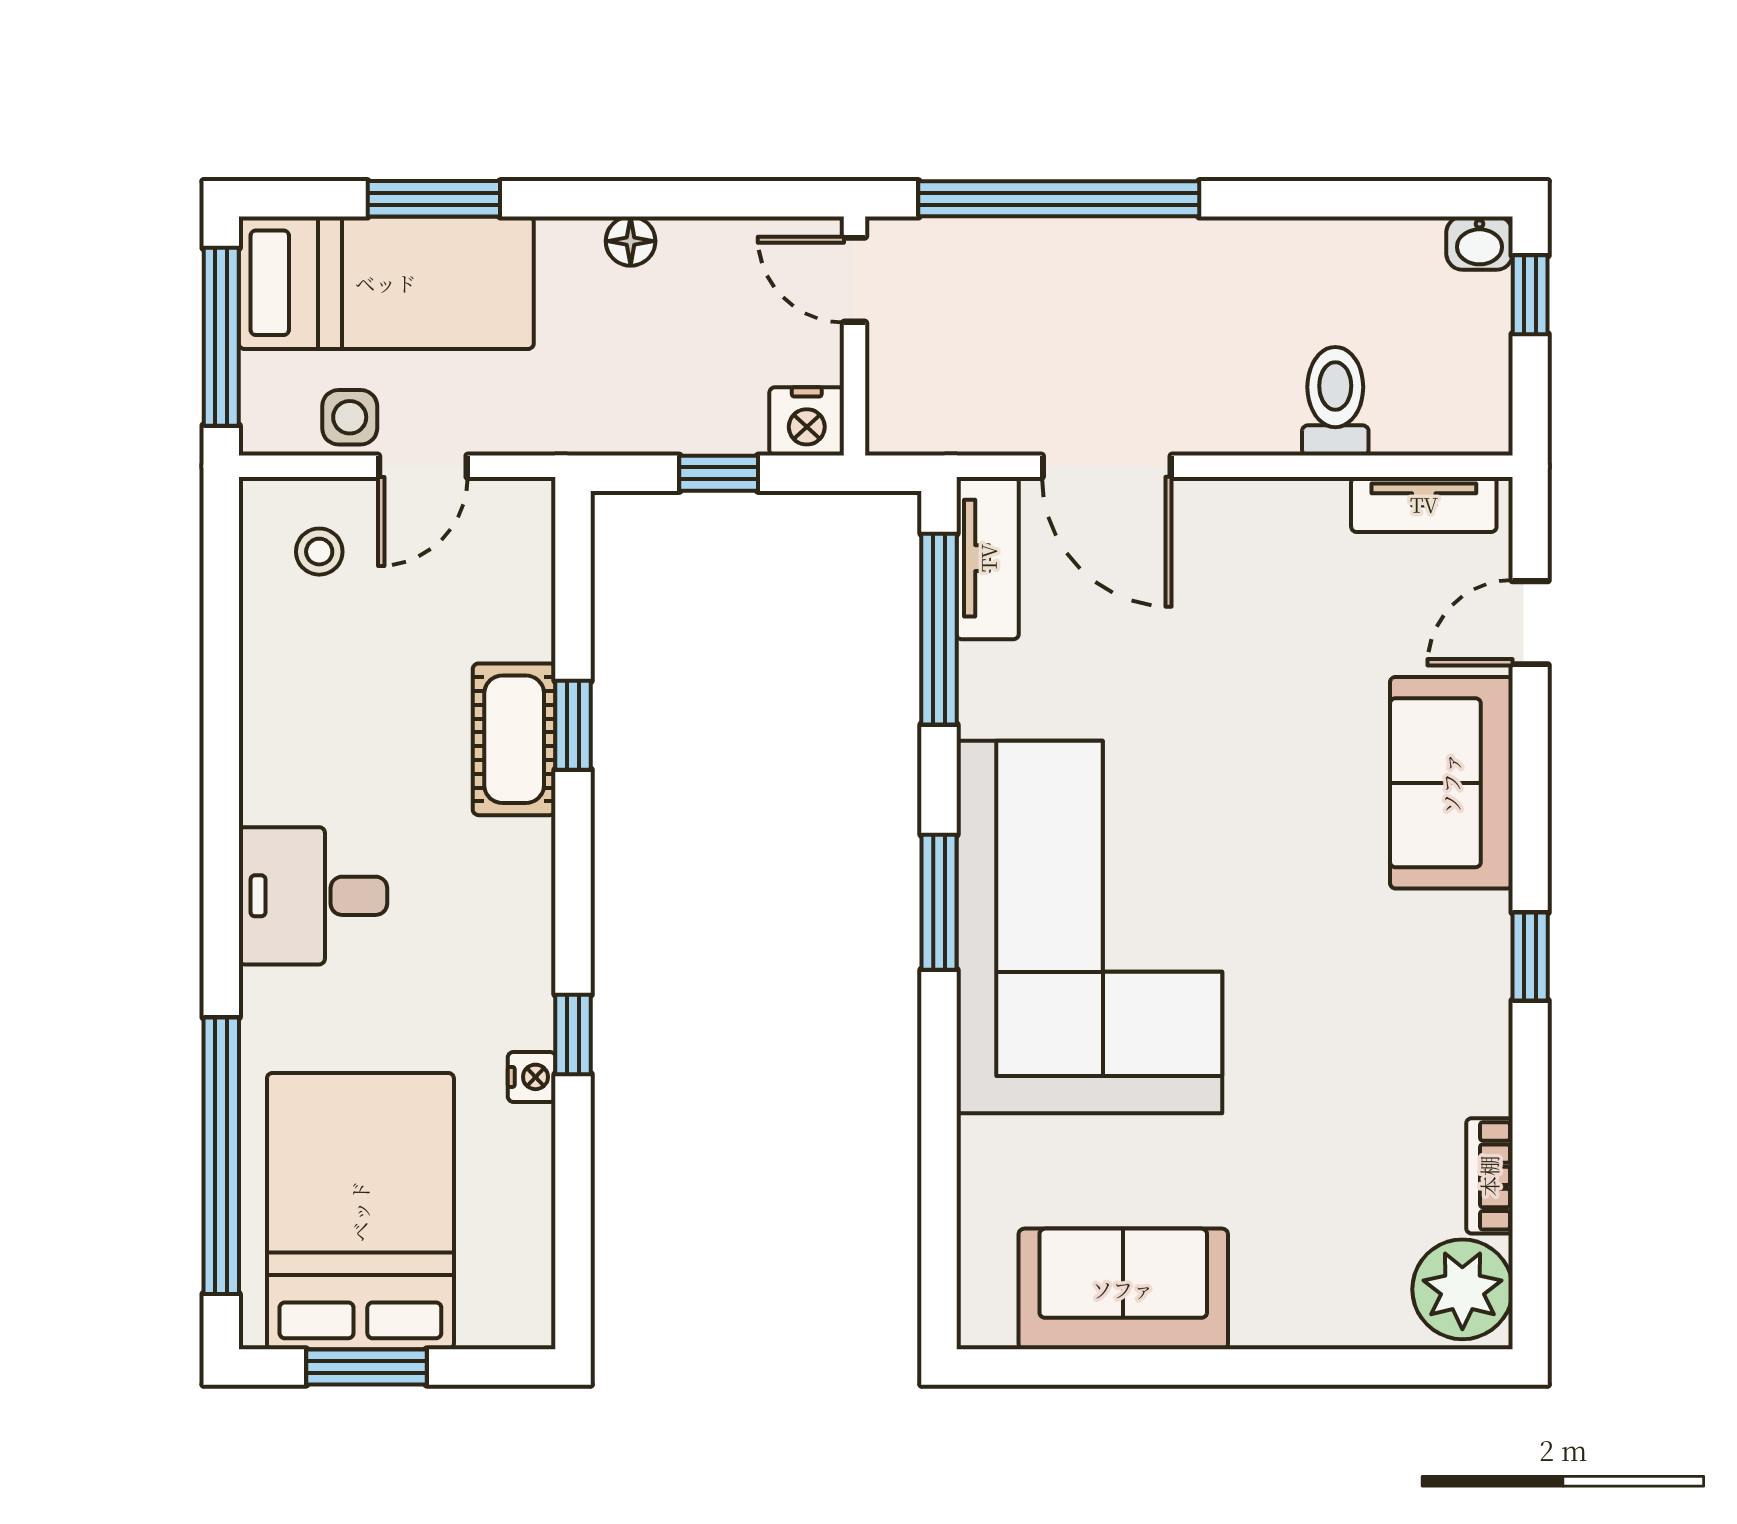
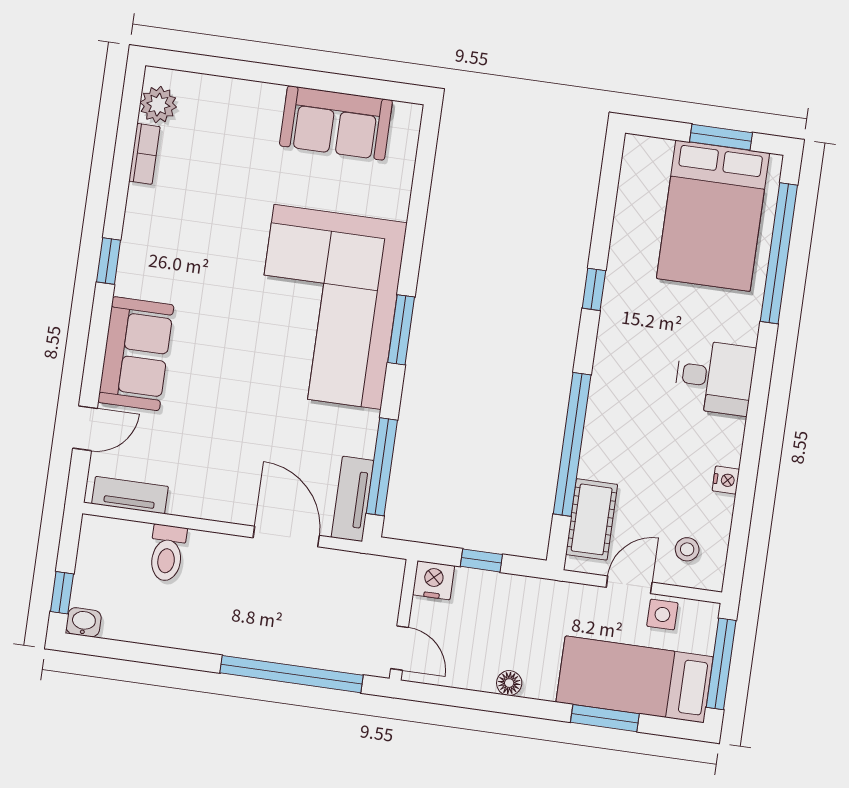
window: (573, 725) -> (572, 444), width x3.17
cot: (514, 739) -> (592, 519), moved
nightstand: (532, 1077) -> (726, 480), moved, turned 180
plant: (1462, 1289) -> (158, 105), width x0.73, depth x0.73

